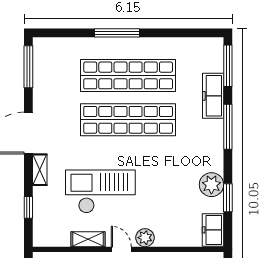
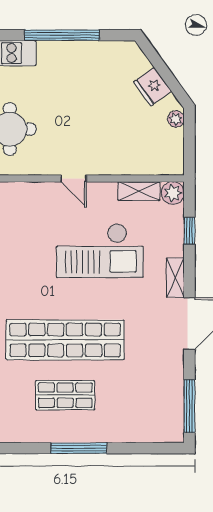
shop shelf: (128, 75) -> (65, 395), width x0.50, depth x0.74
plant: (145, 238) -> (173, 193), moved
shelving: (88, 239) -> (139, 191), moved

